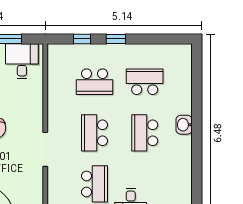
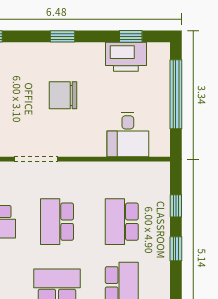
desk: (22, 61) -> (128, 134), moved, turned 90
school desk: (95, 133) -> (57, 222), turned -90

